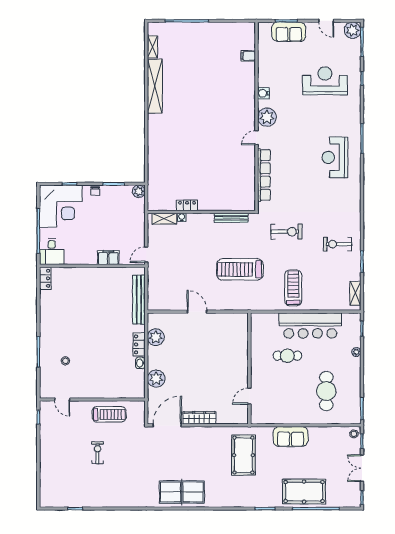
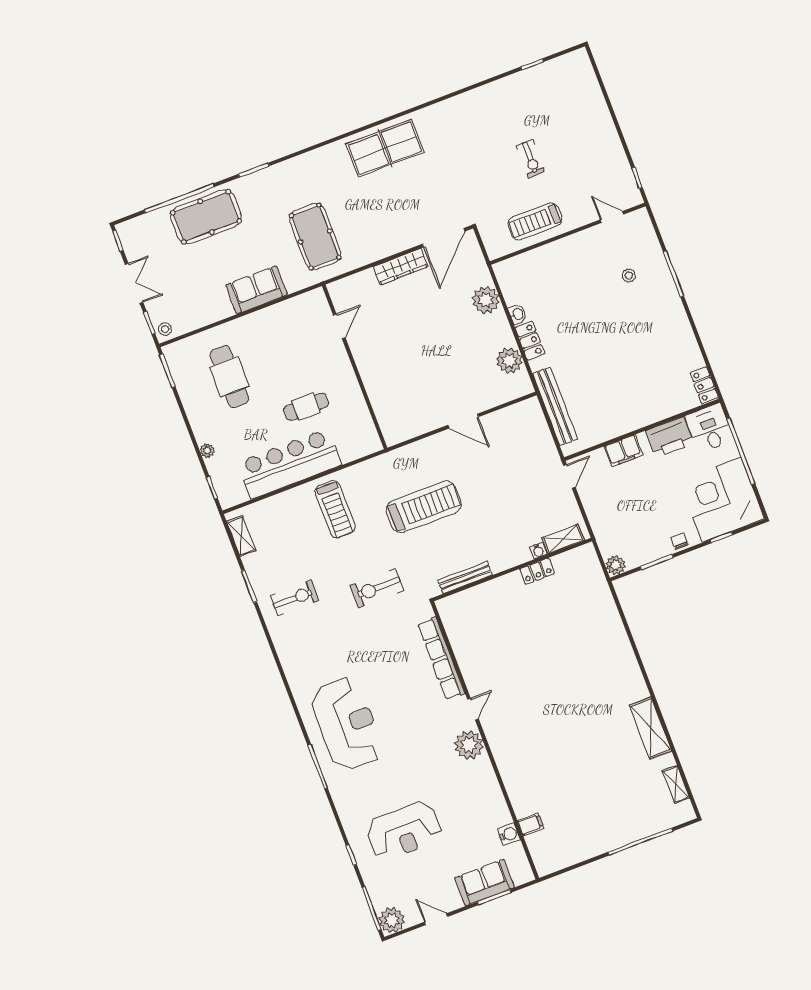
shelving: (155, 86) -> (651, 728), width x0.68
water cooler: (263, 93) -> (509, 834), moved
reception desk: (335, 157) -> (347, 724), width x1.36, depth x1.30
printer: (78, 255) -> (669, 437), added

